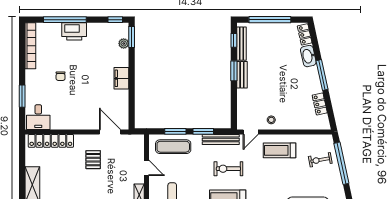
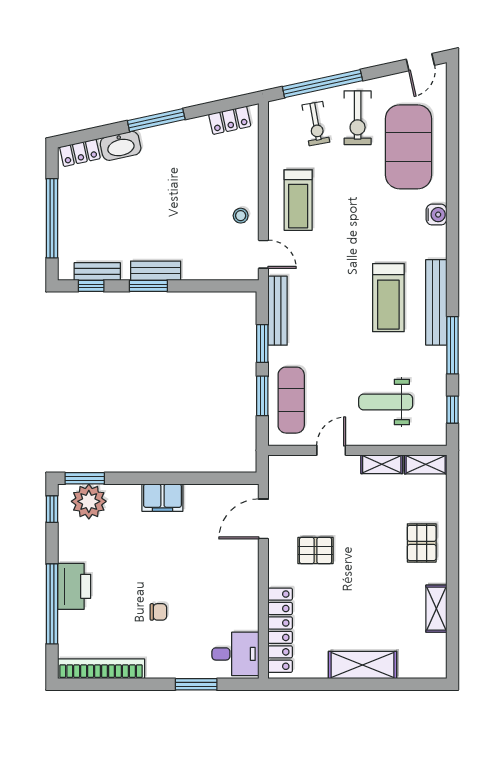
plant: (124, 43) -> (89, 501), width x1.88, depth x1.88
bench: (242, 44) -> (97, 271), width x0.73
locker: (320, 104) -> (230, 120), moved
exercise bike: (228, 169) -> (358, 118), moved

